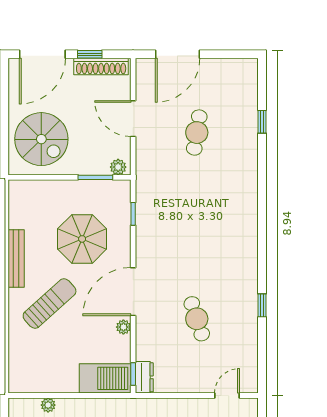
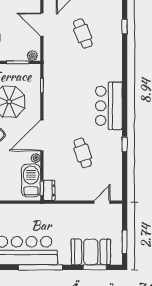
cafe table: (197, 133) -> (83, 33), turned -30
bar counter: (238, 245) -> (109, 106), added
barbecue: (105, 378) -> (31, 180), moved, turned -90

